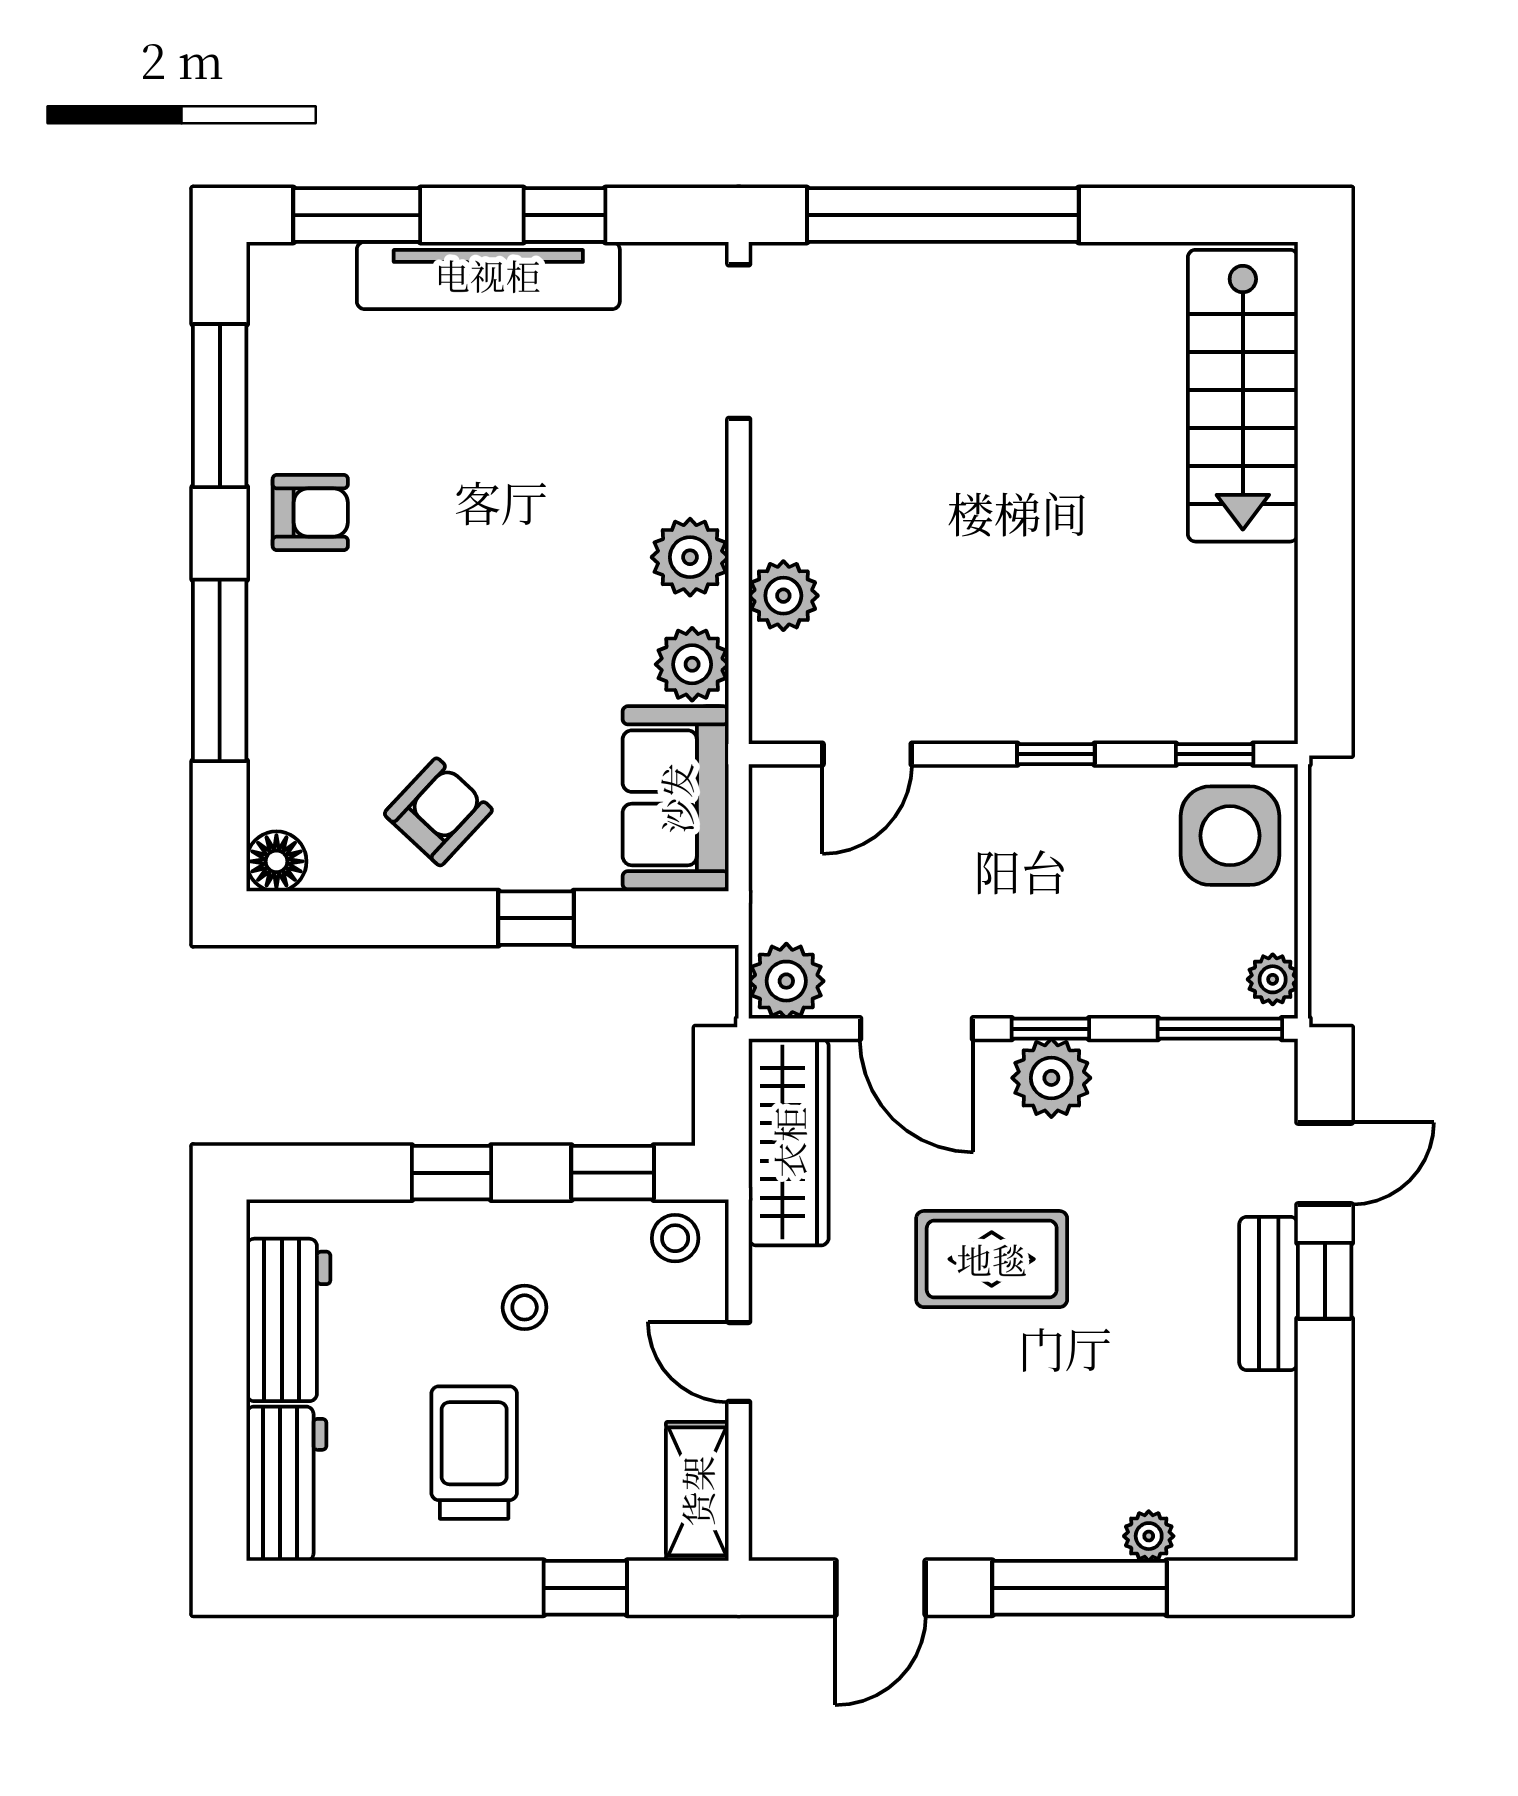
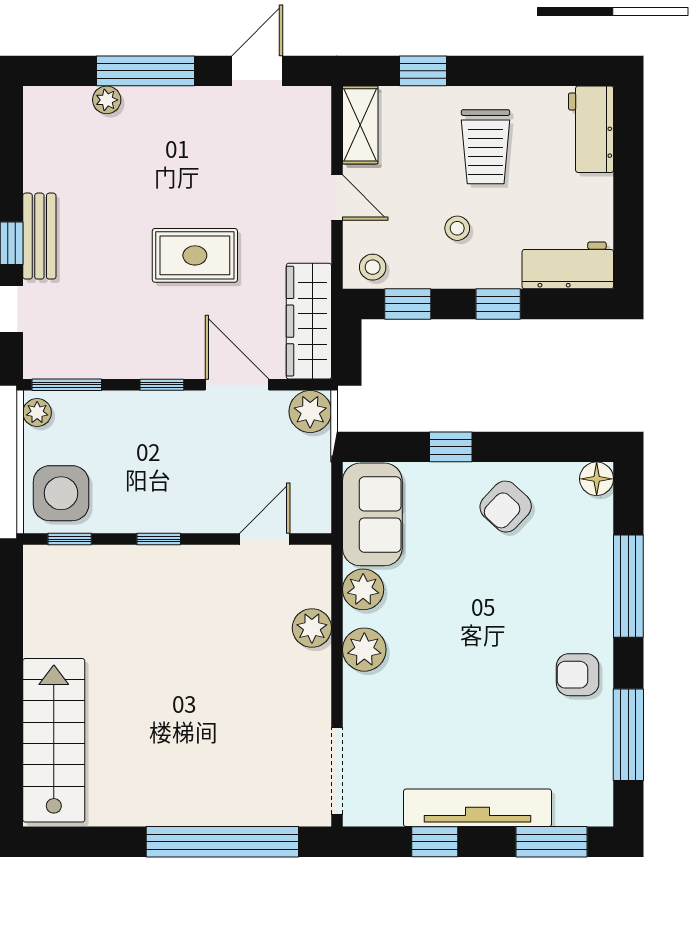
plant: (1051, 1078) -> (161, 357), removed
workbench: (288, 1320) -> (568, 265), moved, turned 90

